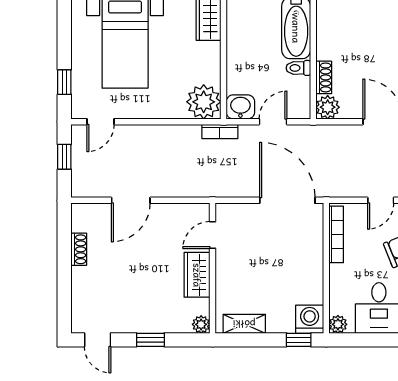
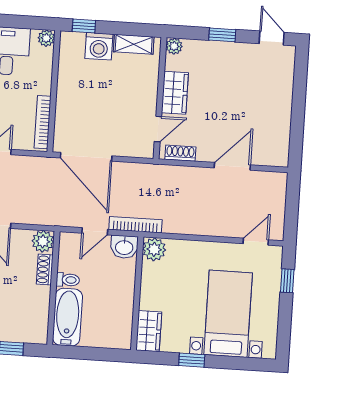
plant: (204, 102) -> (154, 249), width x0.73, depth x0.73
bookcase: (220, 131) -> (135, 225), width x1.56
window: (64, 157) -> (292, 211), removed
shoe rack: (79, 249) -> (180, 153), moved, turned 90
washing machine: (310, 319) -> (99, 46), moved

